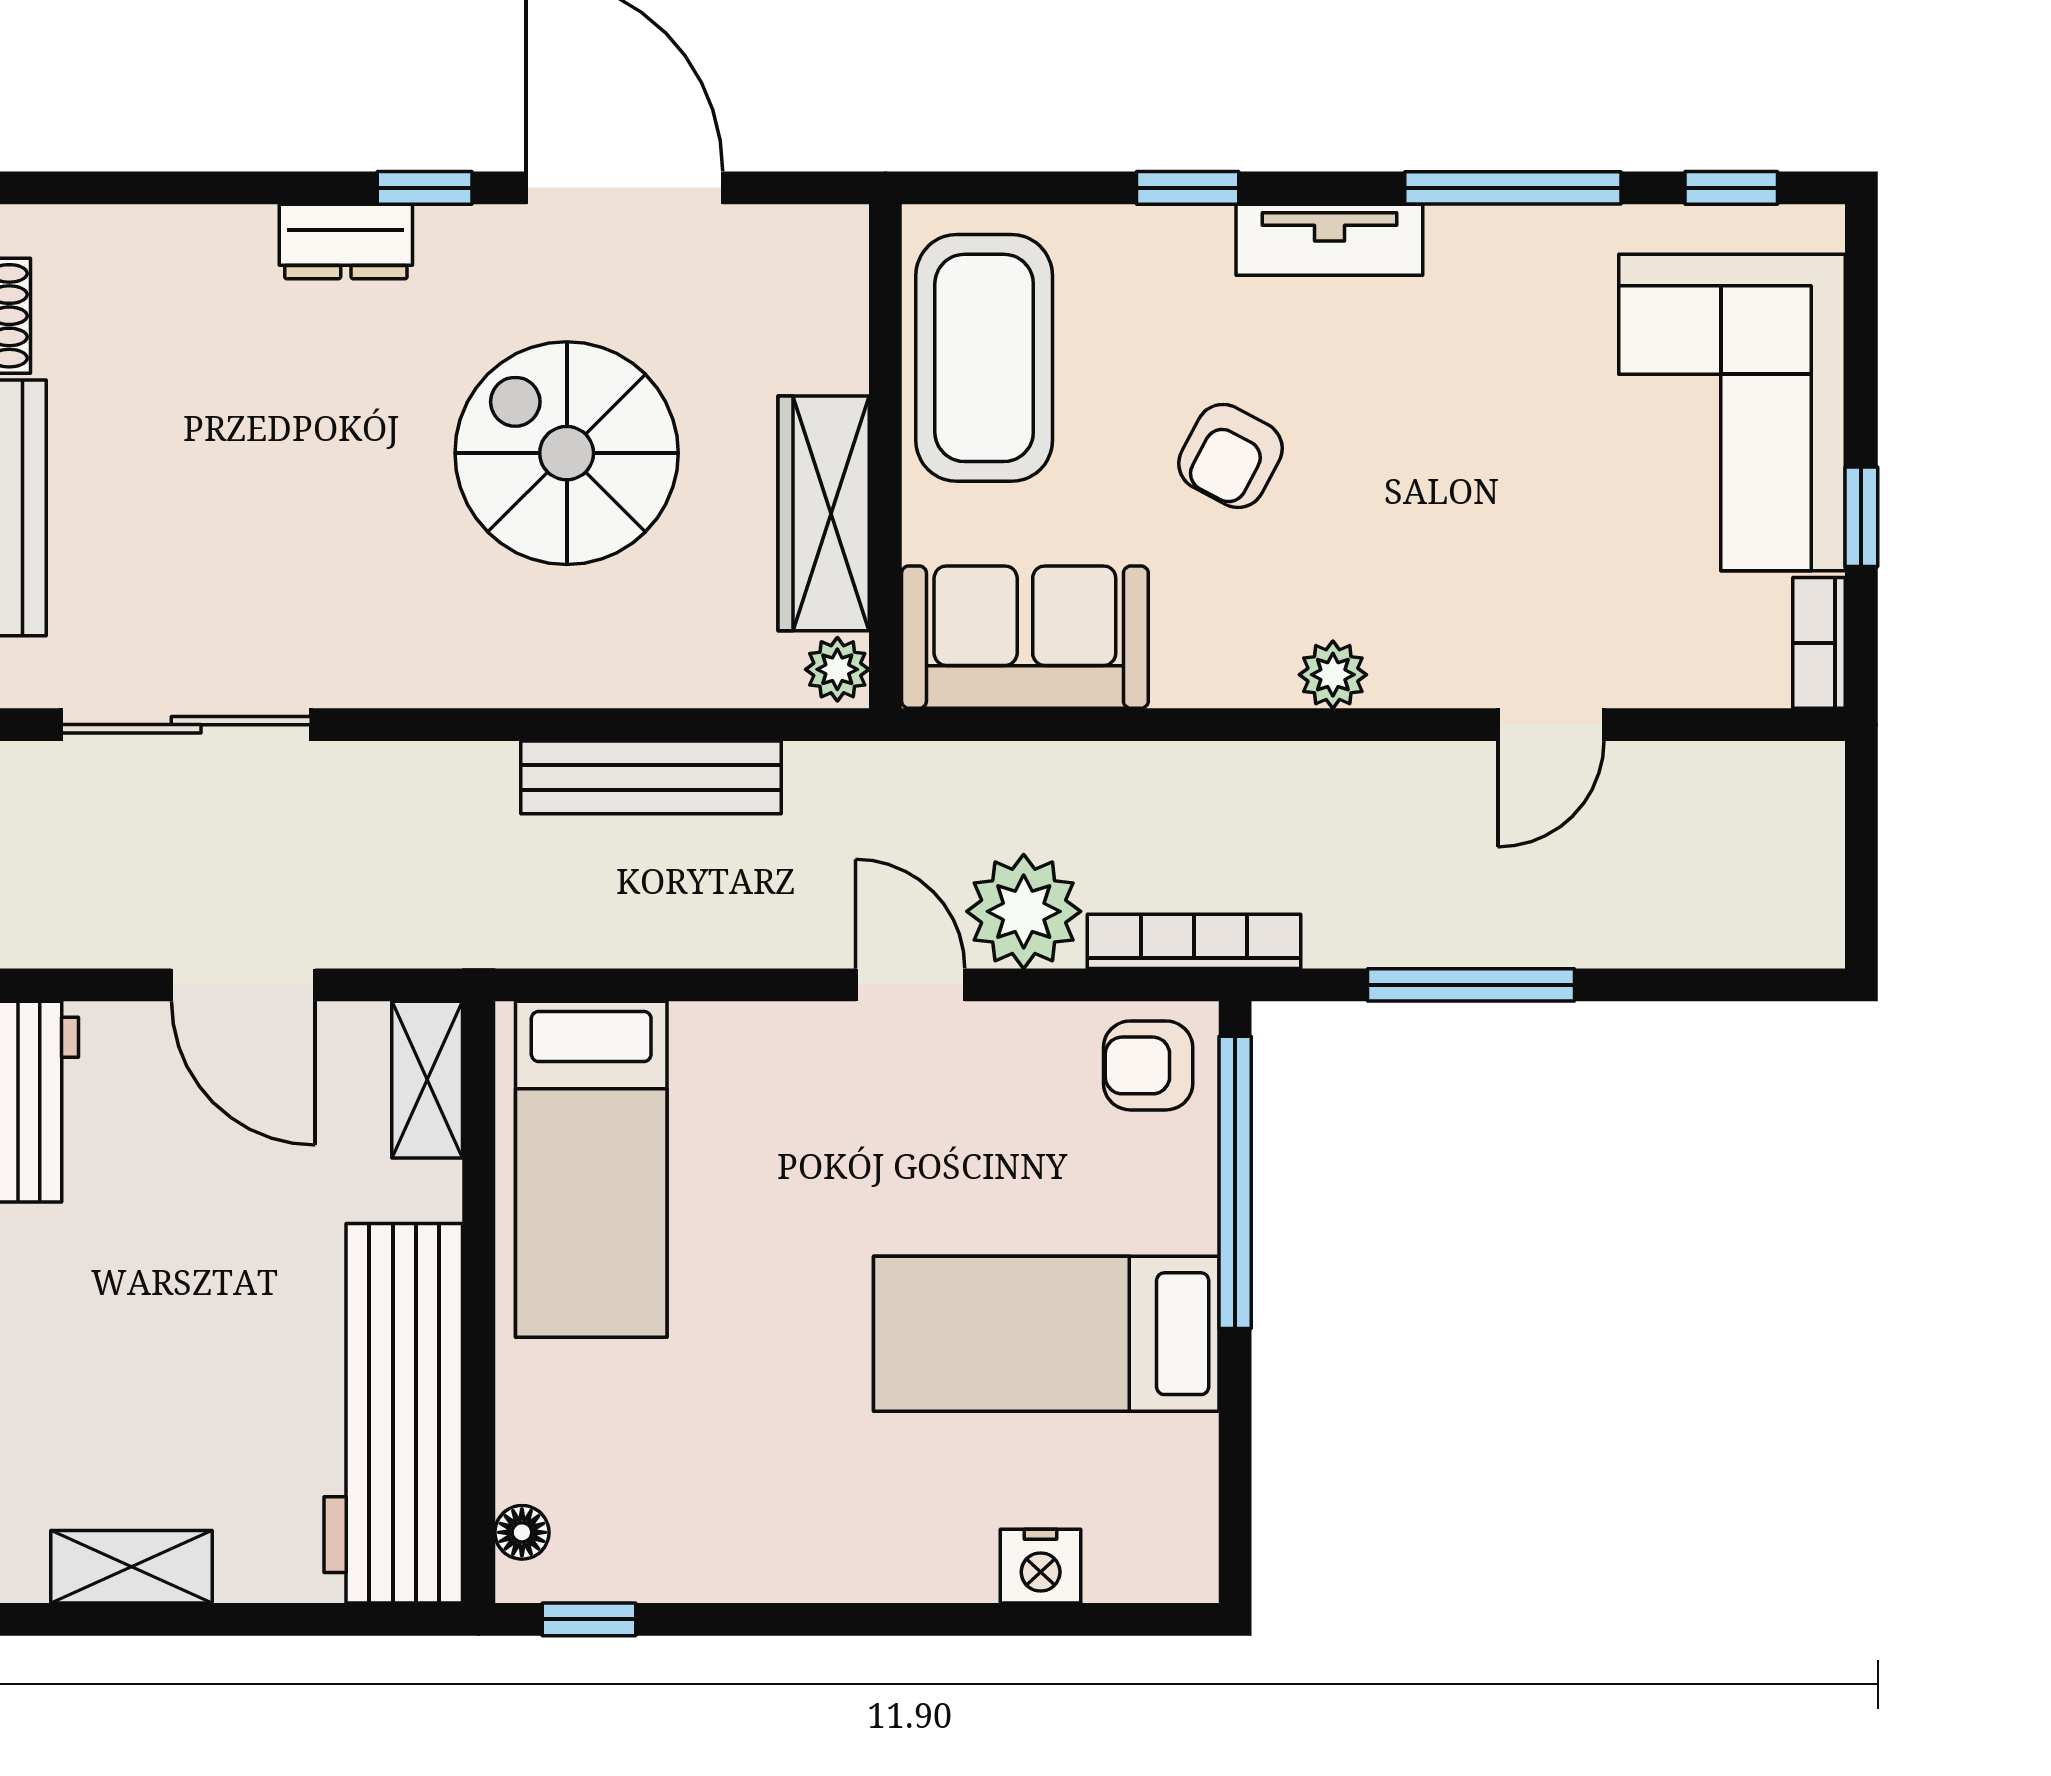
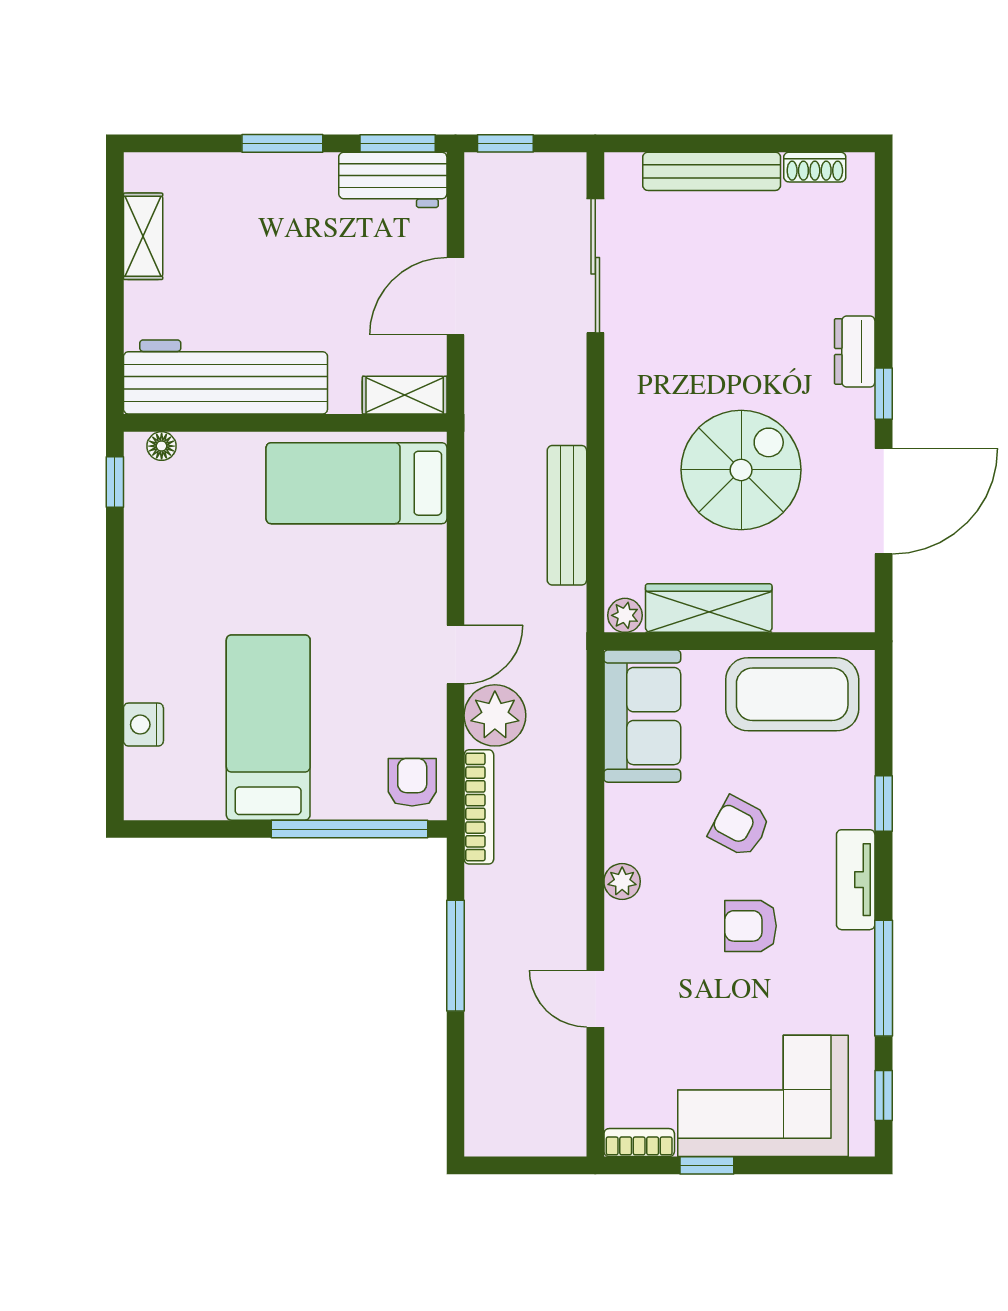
armchair: (1416, 435) -> (751, 926), added

